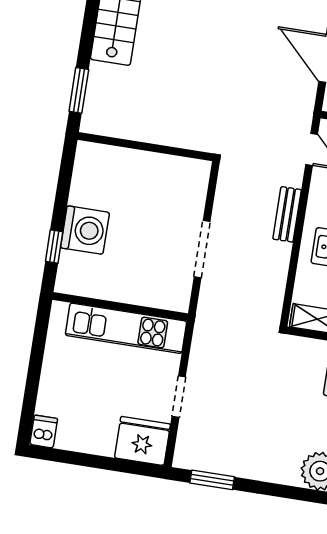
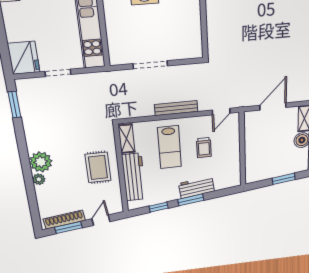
bench: (287, 214) -> (176, 108), width x1.36

